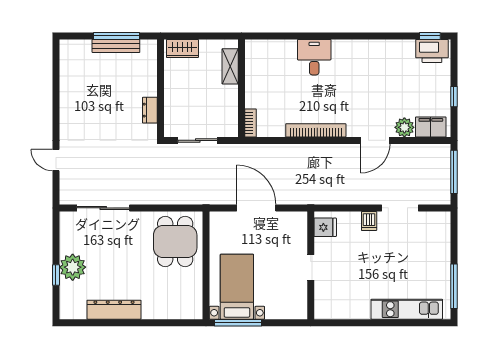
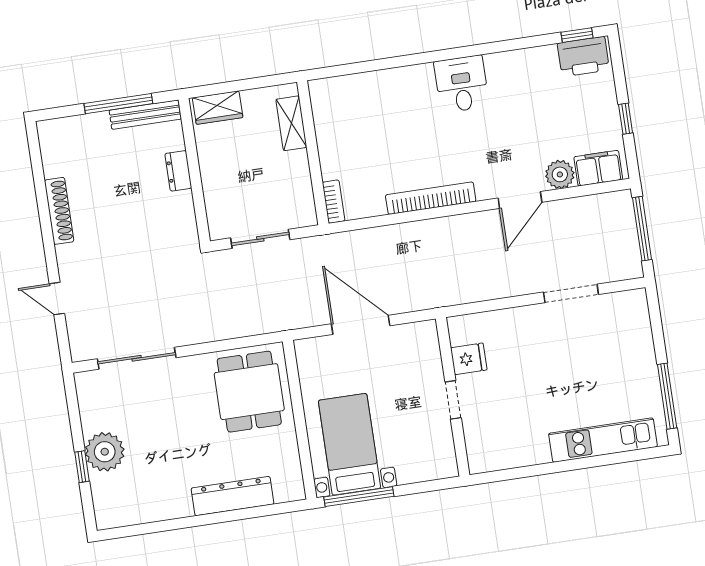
bench: (116, 46) -> (145, 115), moved
desk: (314, 57) -> (462, 84), moved
shoe rack: (66, 102) -> (59, 211), added
dresser: (150, 110) -> (178, 171), moved
dishwasher: (369, 221) -> (528, 319), removed
fridge: (325, 227) -> (469, 359), moved
dresser: (114, 310) -> (233, 496), moved

